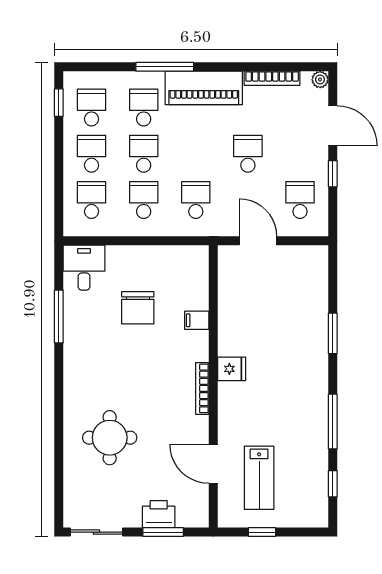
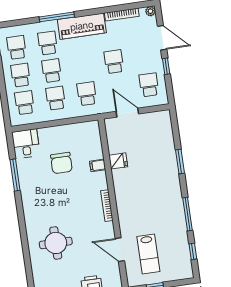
fridge: (232, 369) -> (118, 161), moved

